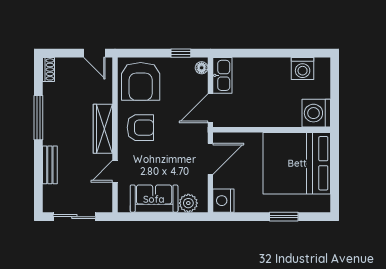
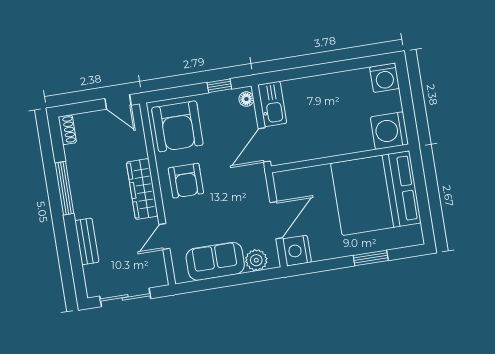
washing machine: (303, 68) -> (385, 78), moved
armchair: (140, 128) -> (186, 181), turned 90
door: (210, 159) -> (276, 220), moved

